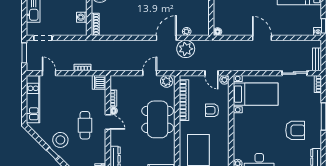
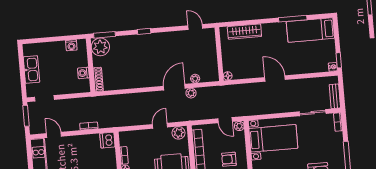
plant: (186, 49) -> (191, 93), width x0.53, depth x0.53

